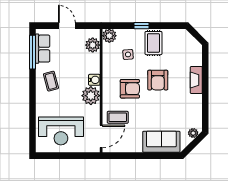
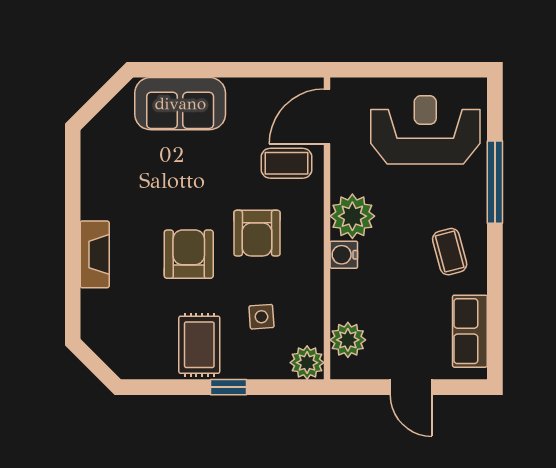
window: (32, 52) -> (495, 182), moved
armchair: (130, 89) -> (257, 233), turned -90
plant: (193, 133) -> (102, 125), removed

